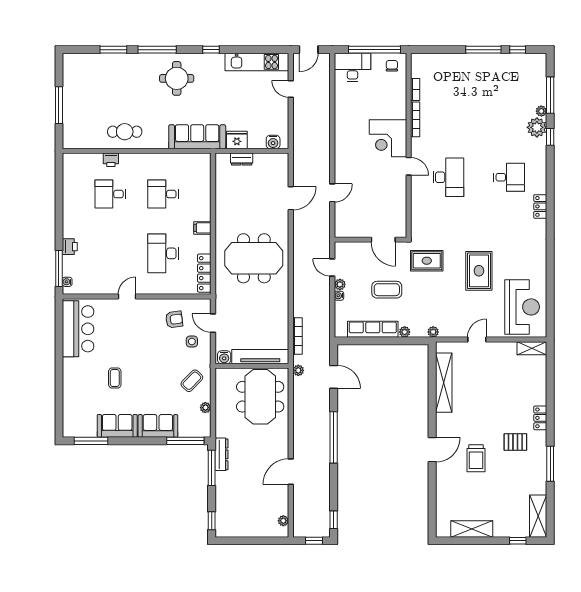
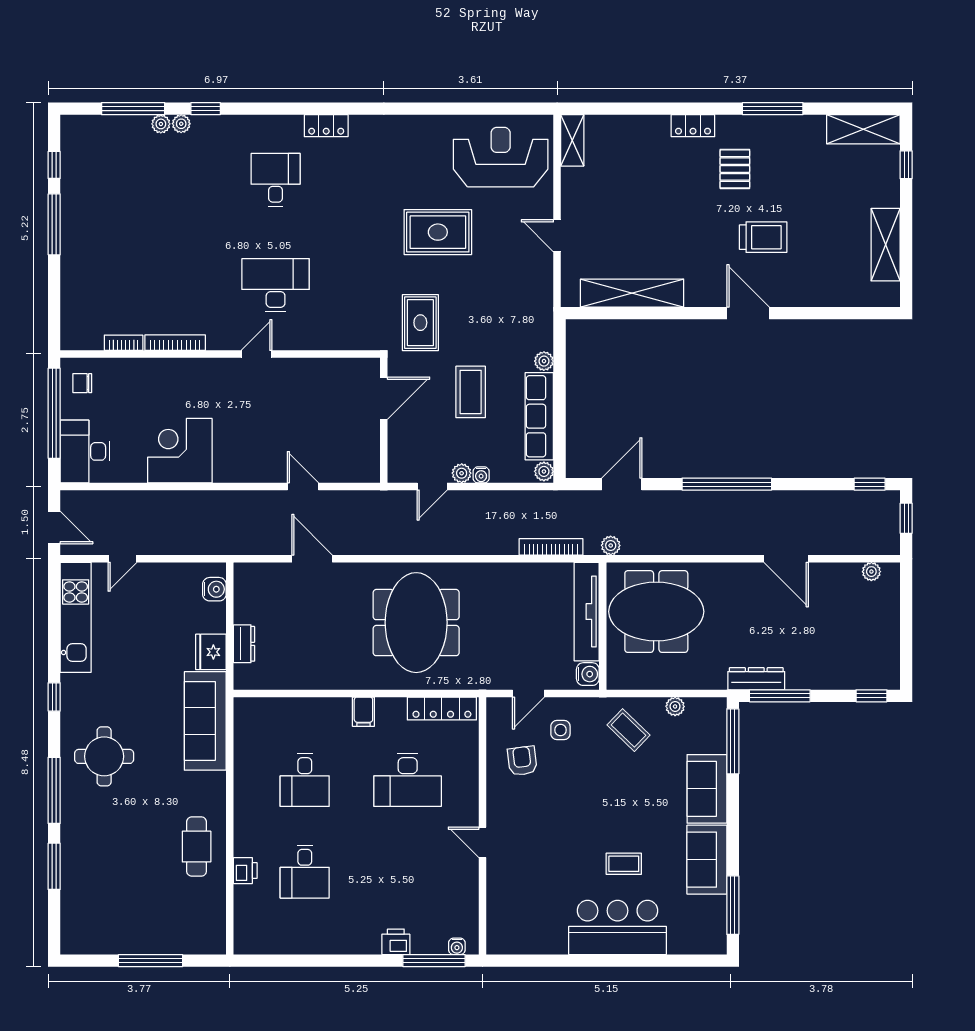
plant: (537, 127) -> (181, 124), width x0.53, depth x0.53
corner desk: (388, 138) -> (180, 451), moved, turned 180
bar counter: (78, 329) -> (617, 927), moved
plant: (433, 332) -> (544, 471), moved

